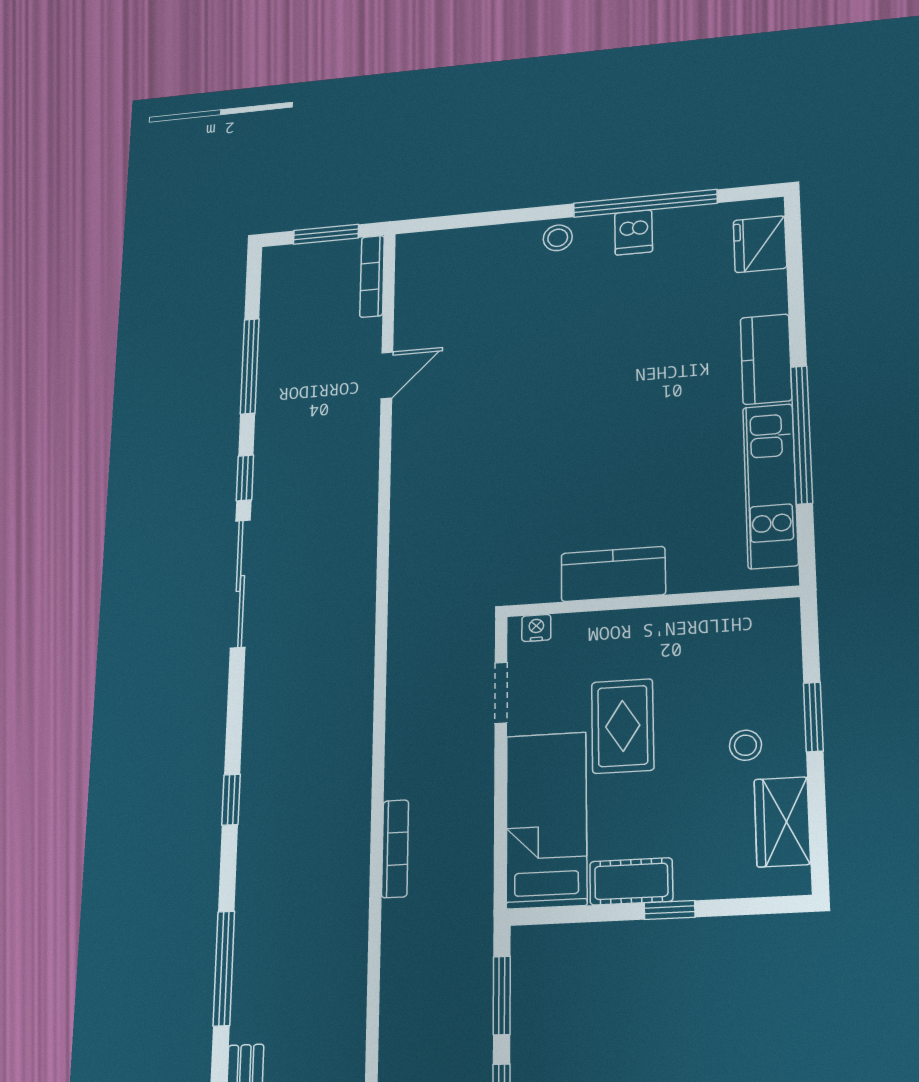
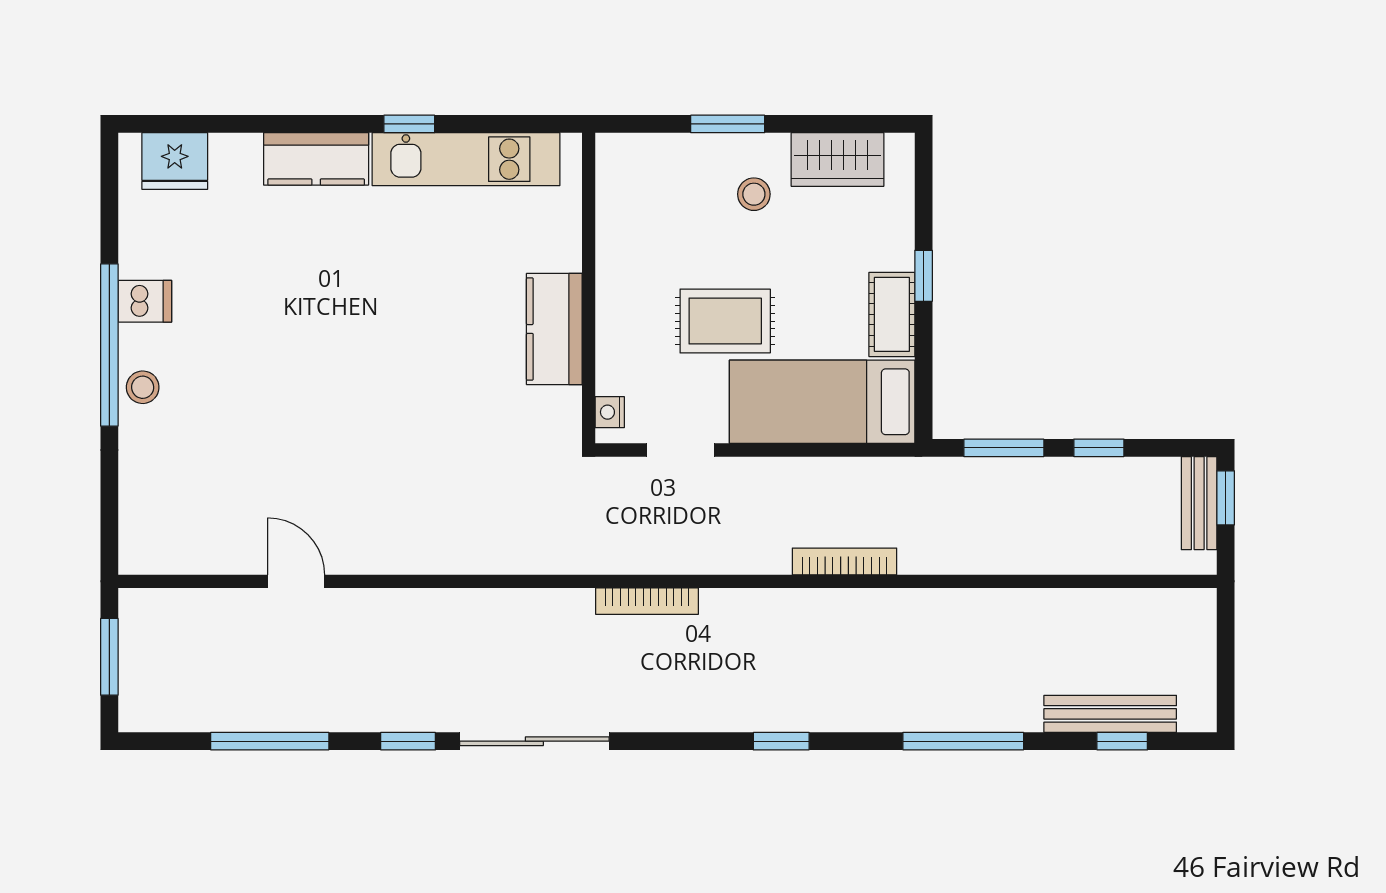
window: (645, 203) -> (109, 345), moved
bookcase: (372, 276) -> (647, 601), moved
window: (802, 435) -> (409, 124), width x0.32

